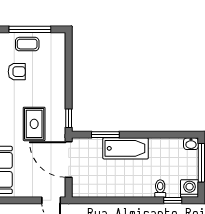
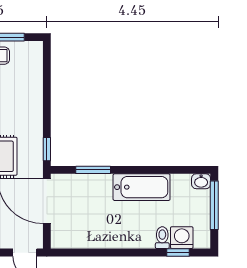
bathtub: (126, 148) -> (142, 187), moved
washing machine: (190, 188) -> (182, 238), moved

